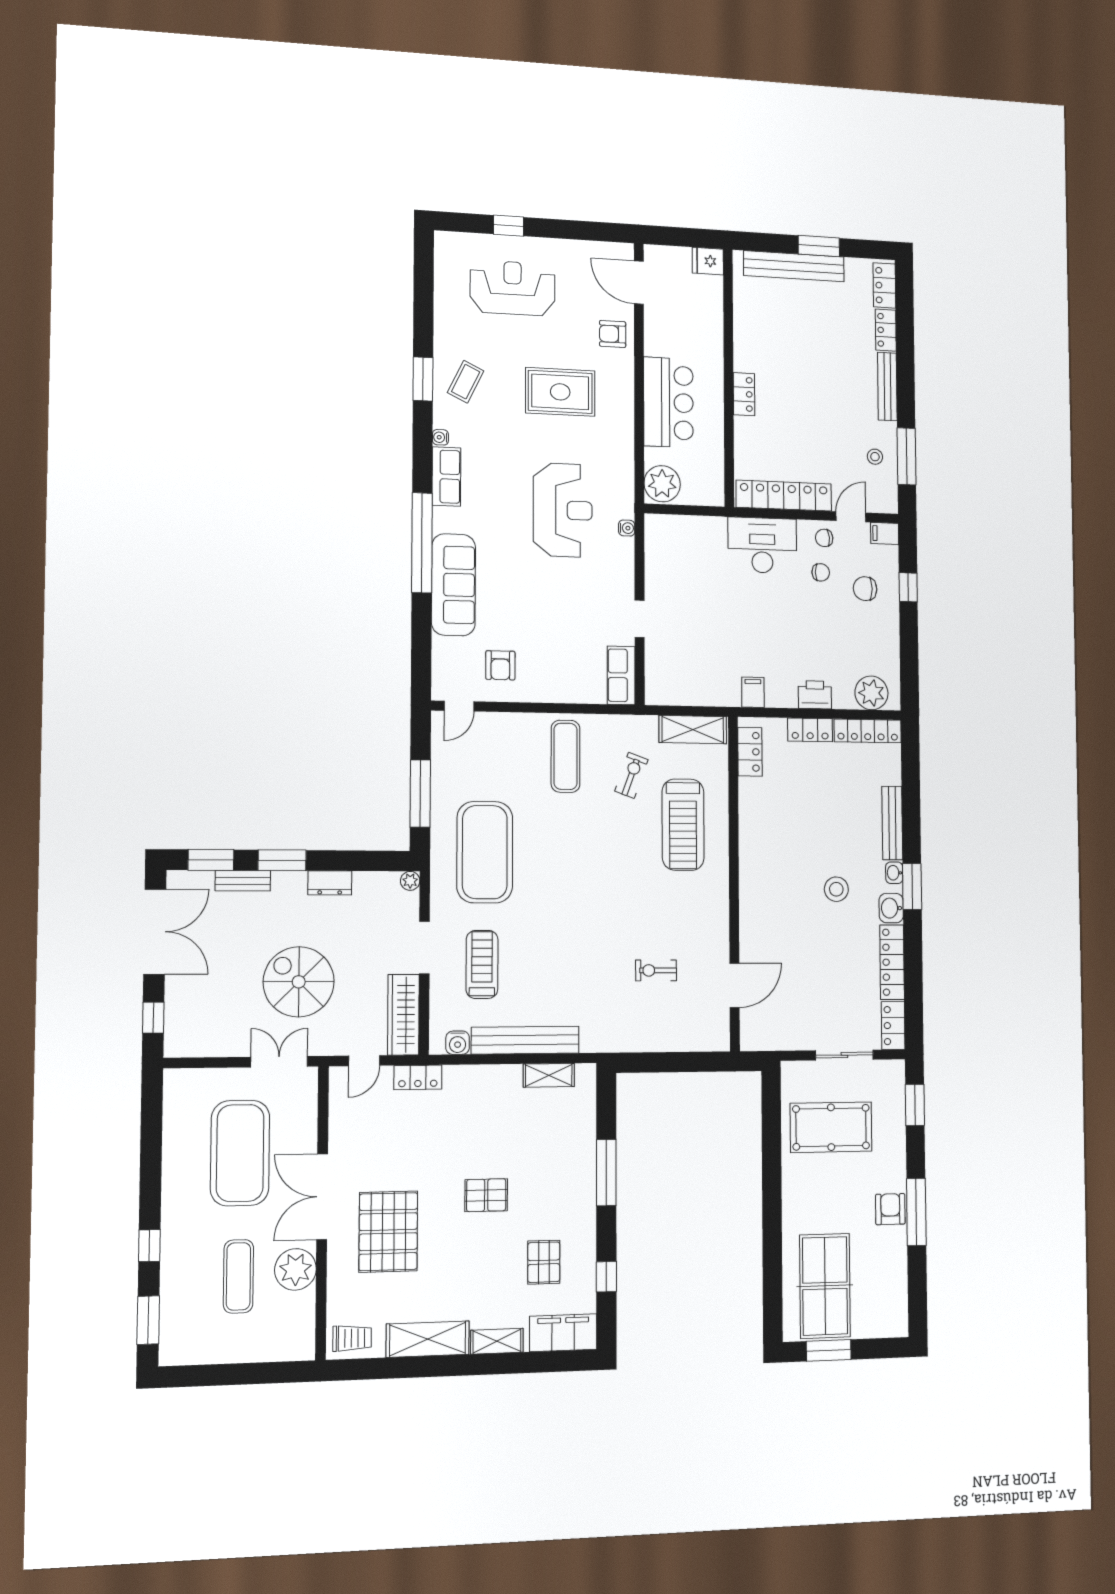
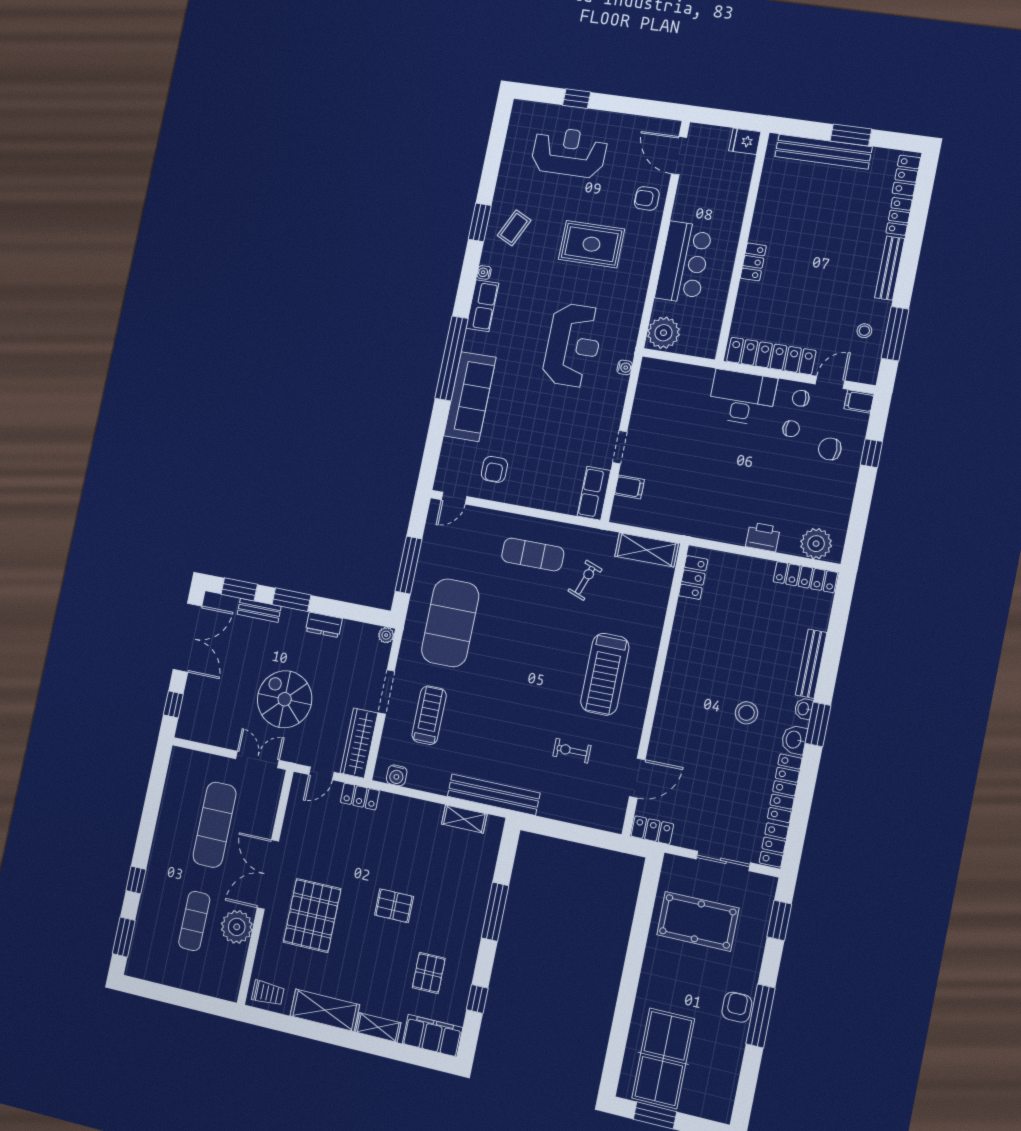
filing cabinet: (753, 692) -> (629, 487), moved, turned 90
locker: (810, 730) -> (652, 830), moved, turned 180
exercise mat: (566, 756) -> (533, 554), turned 90
treadmill: (683, 825) -> (605, 674), moved
bench: (525, 1040) -> (494, 795), moved
exercise mat: (240, 1153) -> (215, 825), width x0.68

